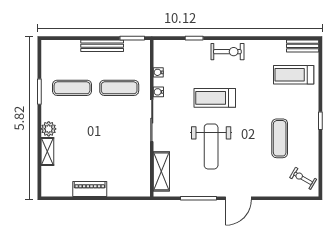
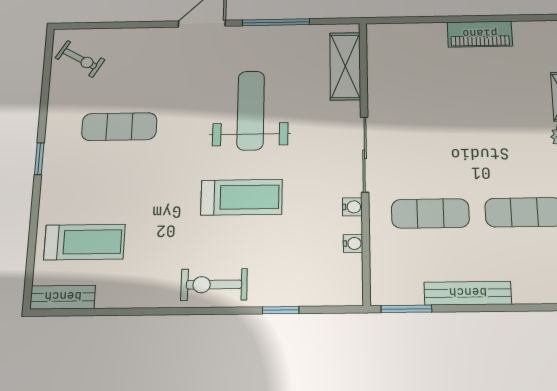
exercise mat: (280, 138) -> (119, 127), turned 90

